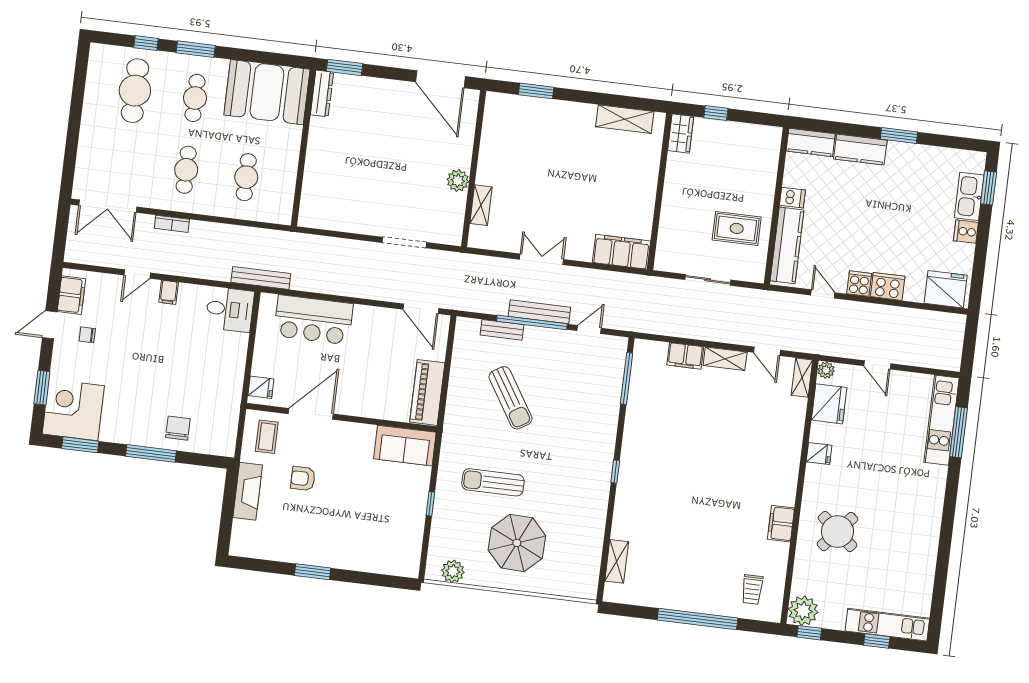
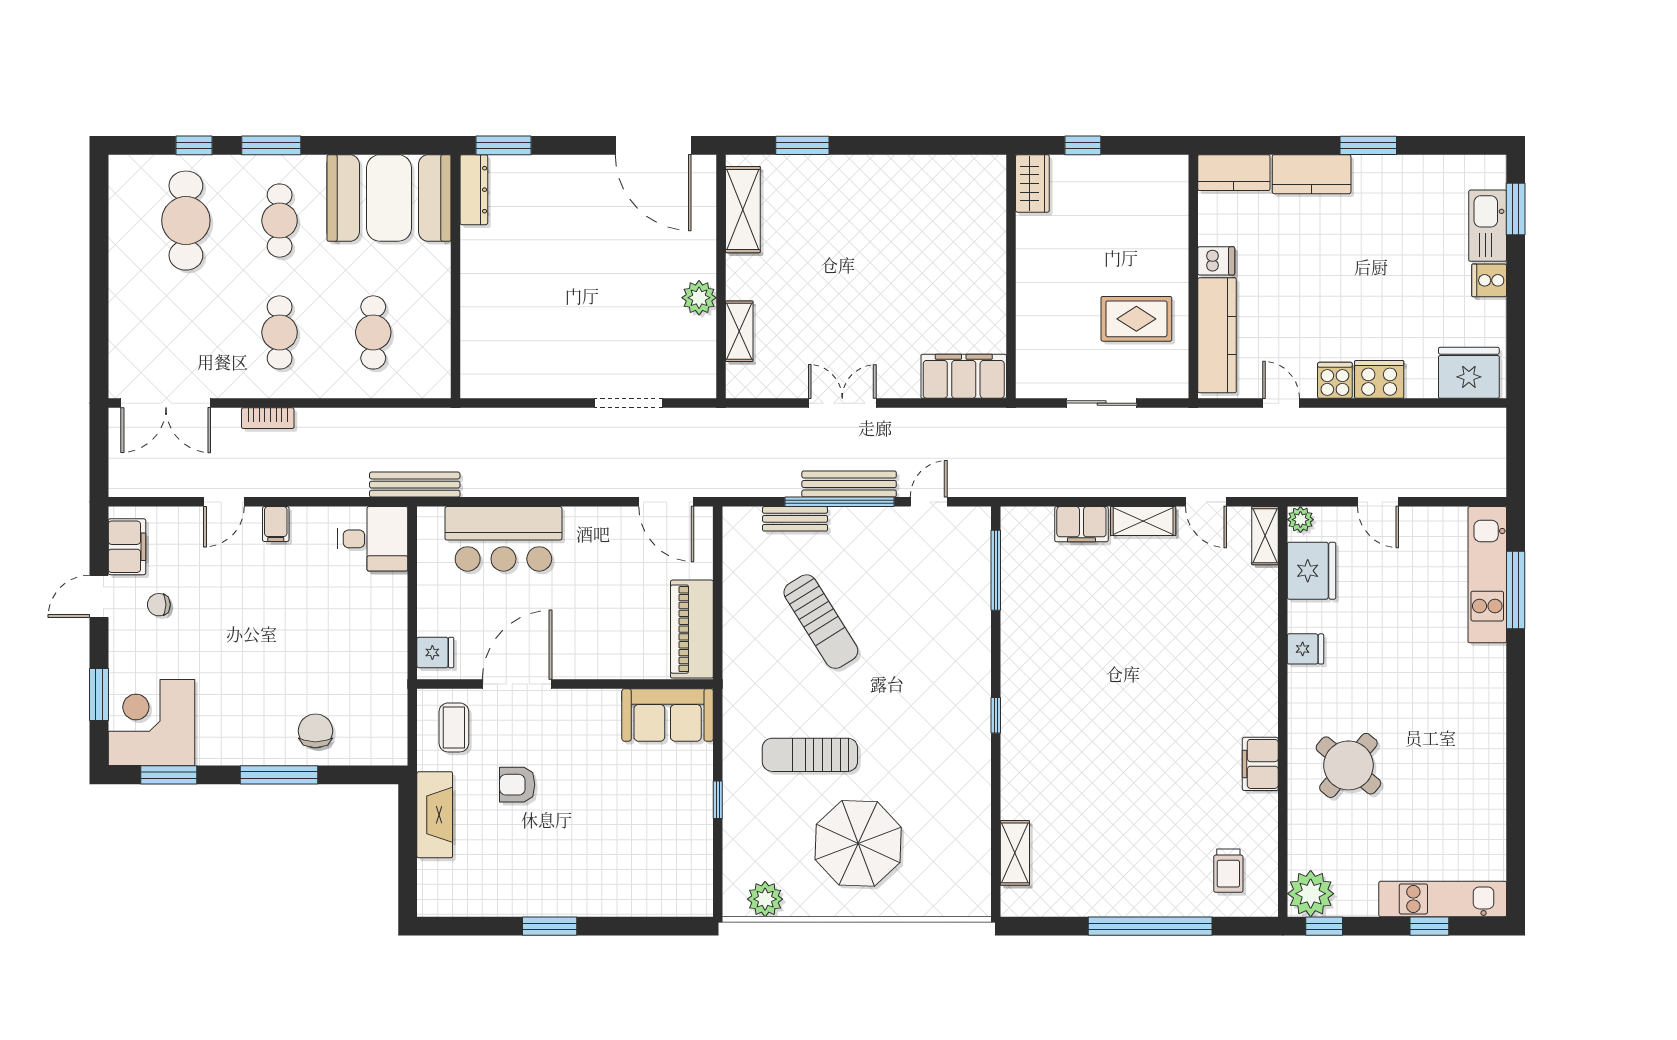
shelving: (625, 119) -> (743, 210), moved, turned 90

